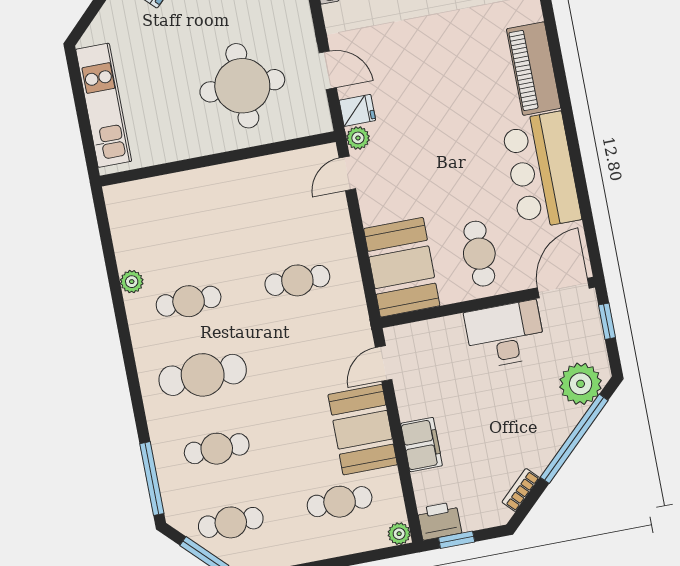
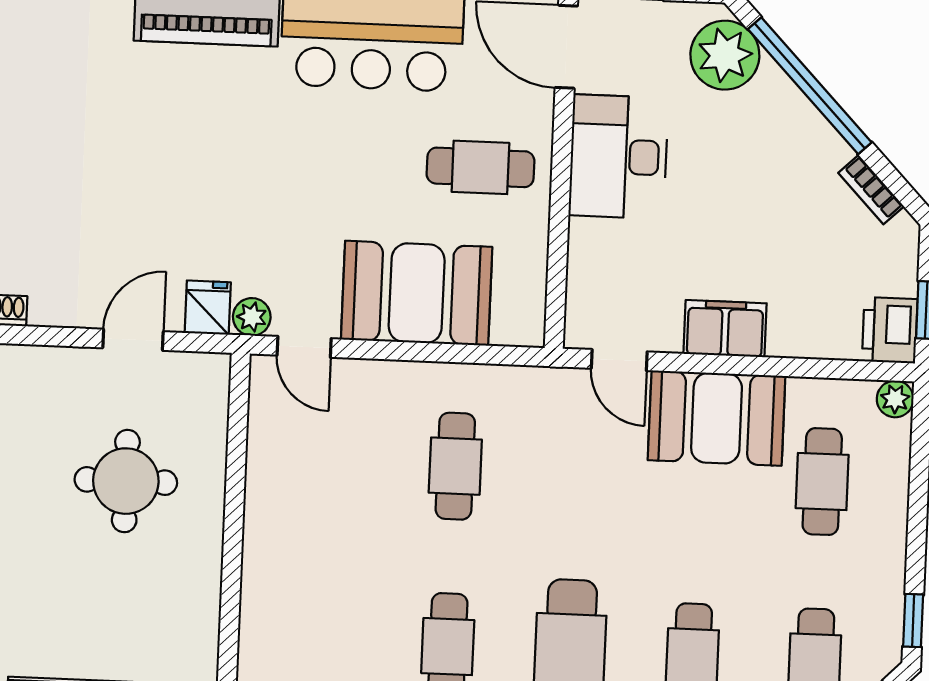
round table: (242, 86) -> (126, 481), width x0.73, depth x0.73
booth: (402, 267) -> (417, 293), moved
filing cabinet: (422, 445) -> (725, 329), moved

